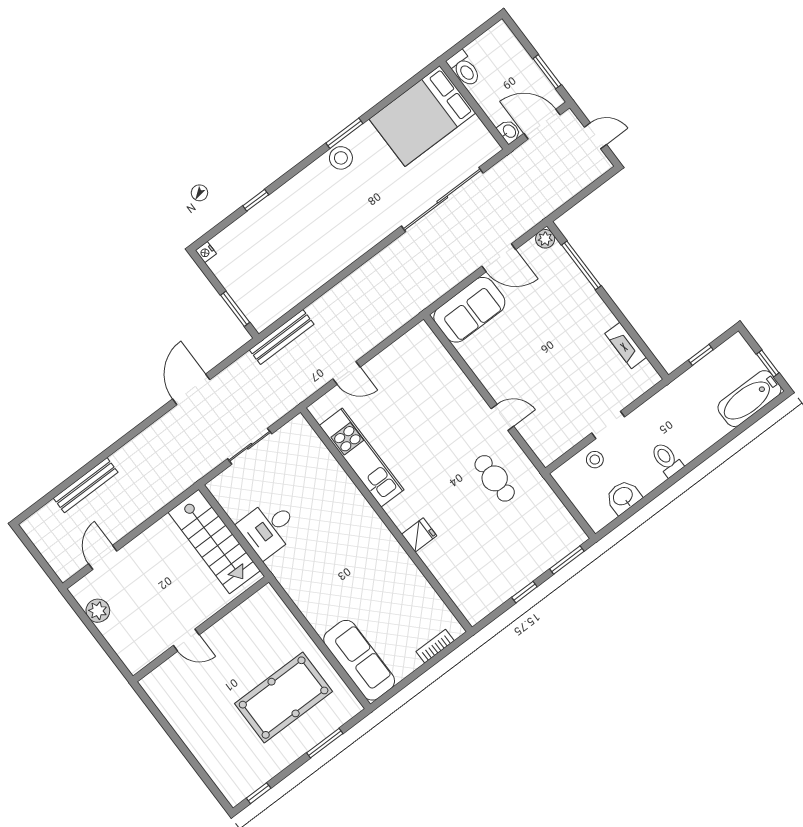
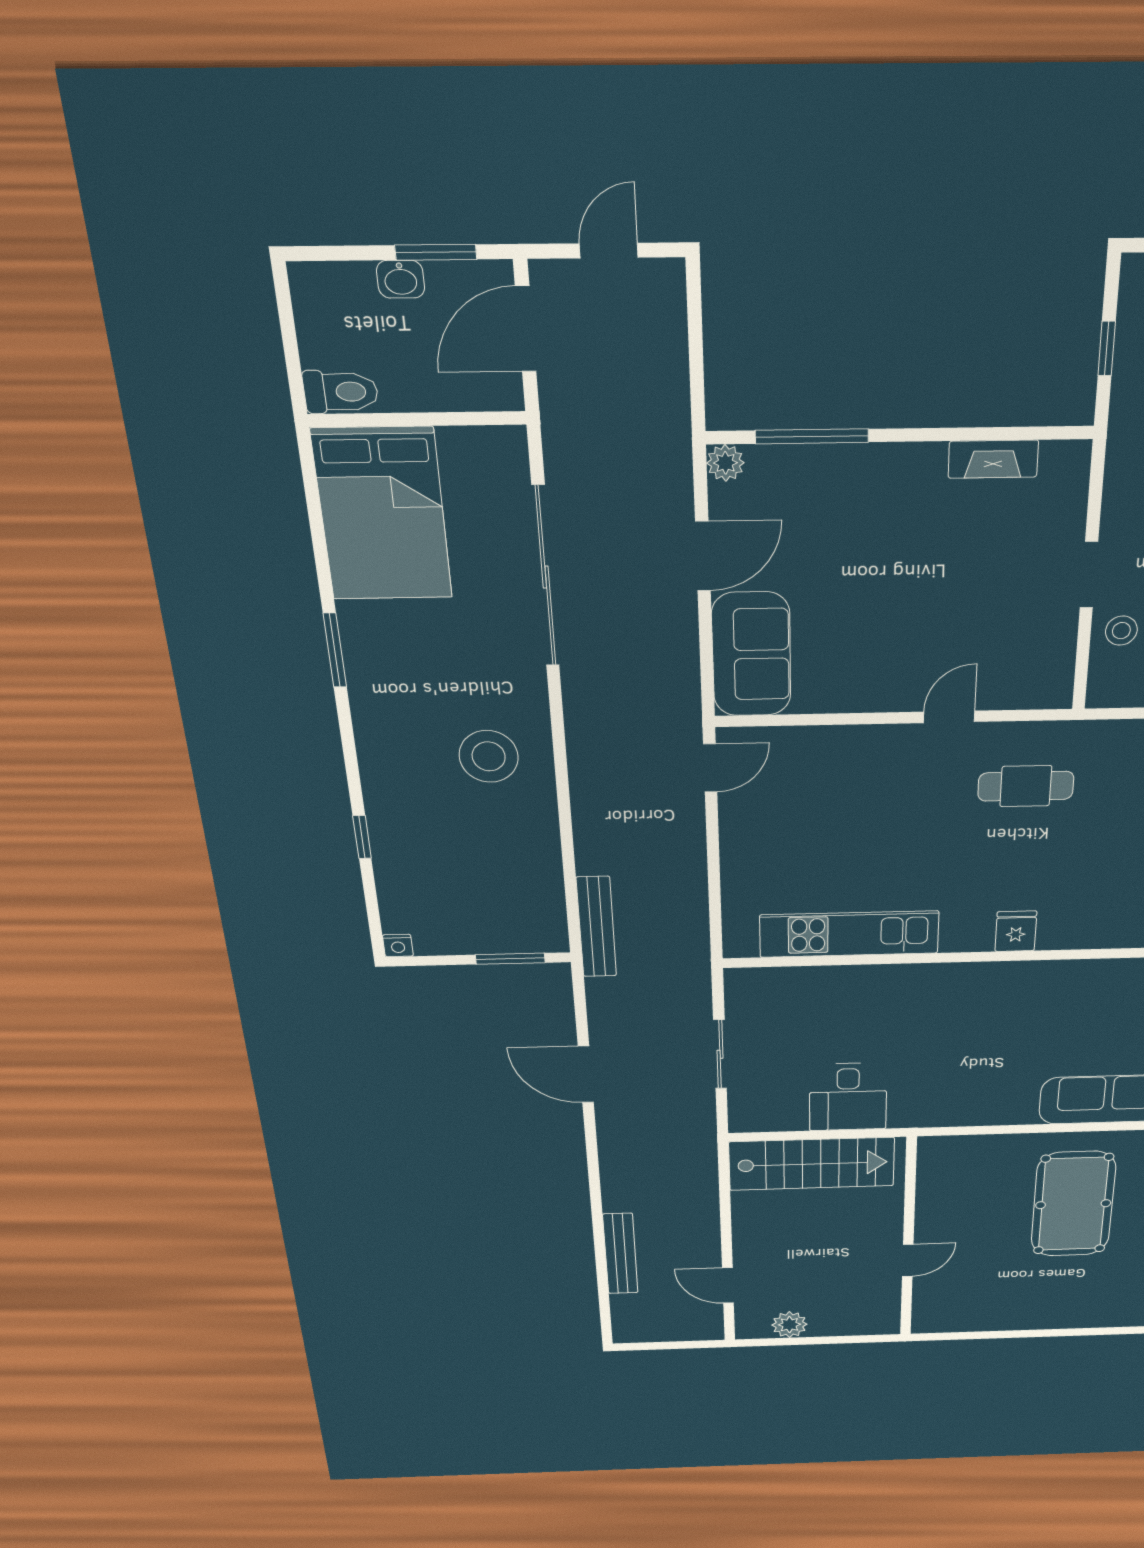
washbasin: (509, 131) -> (401, 279), moved, turned 180
stool: (341, 158) -> (489, 756), moved, width x1.38, depth x1.38
door: (346, 373) -> (710, 768), moved

